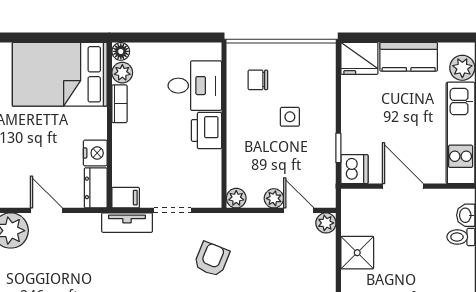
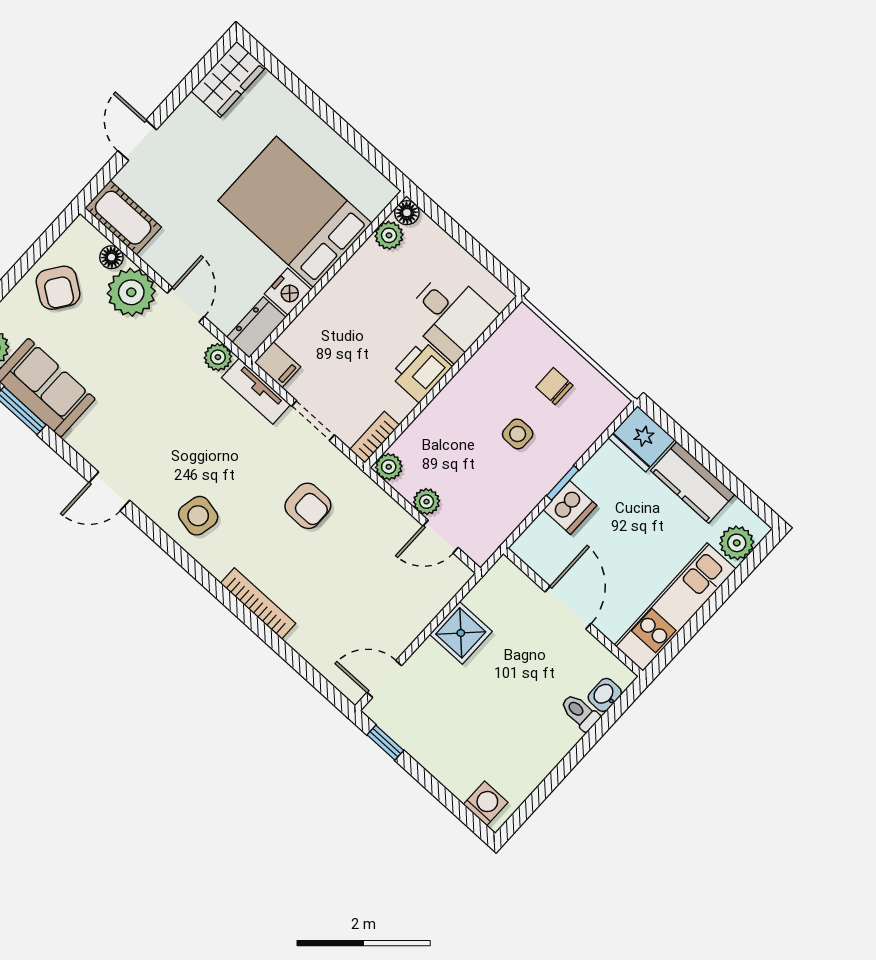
bed: (60, 74) -> (295, 212), moved
chair: (258, 80) -> (554, 386), moved
bookcase: (119, 104) -> (375, 437), moved, turned 180
window: (338, 148) -> (563, 483), moved
dishwasher: (354, 169) -> (570, 507), moved
door: (299, 210) -> (441, 537), swing flipped
plant: (326, 223) -> (218, 357), moved
armchair: (212, 259) -> (308, 506), turned 68

